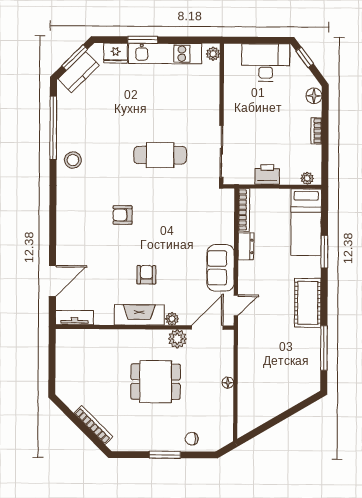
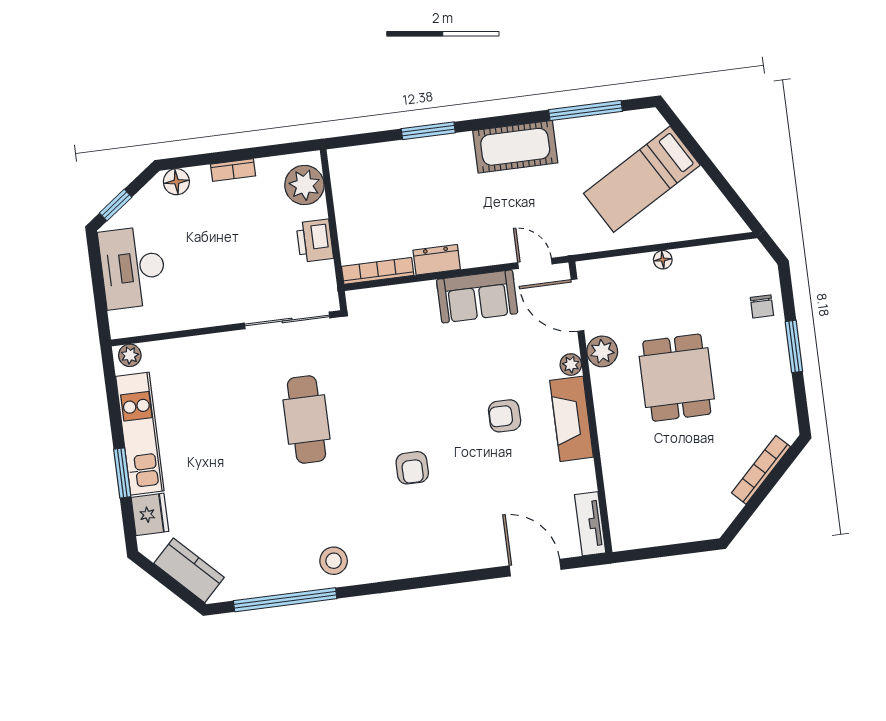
window: (75, 57) -> (166, 580), removed
plant: (307, 178) -> (304, 185), width x1.87, depth x1.87
bed: (306, 222) -> (642, 179), moved, turned 149

